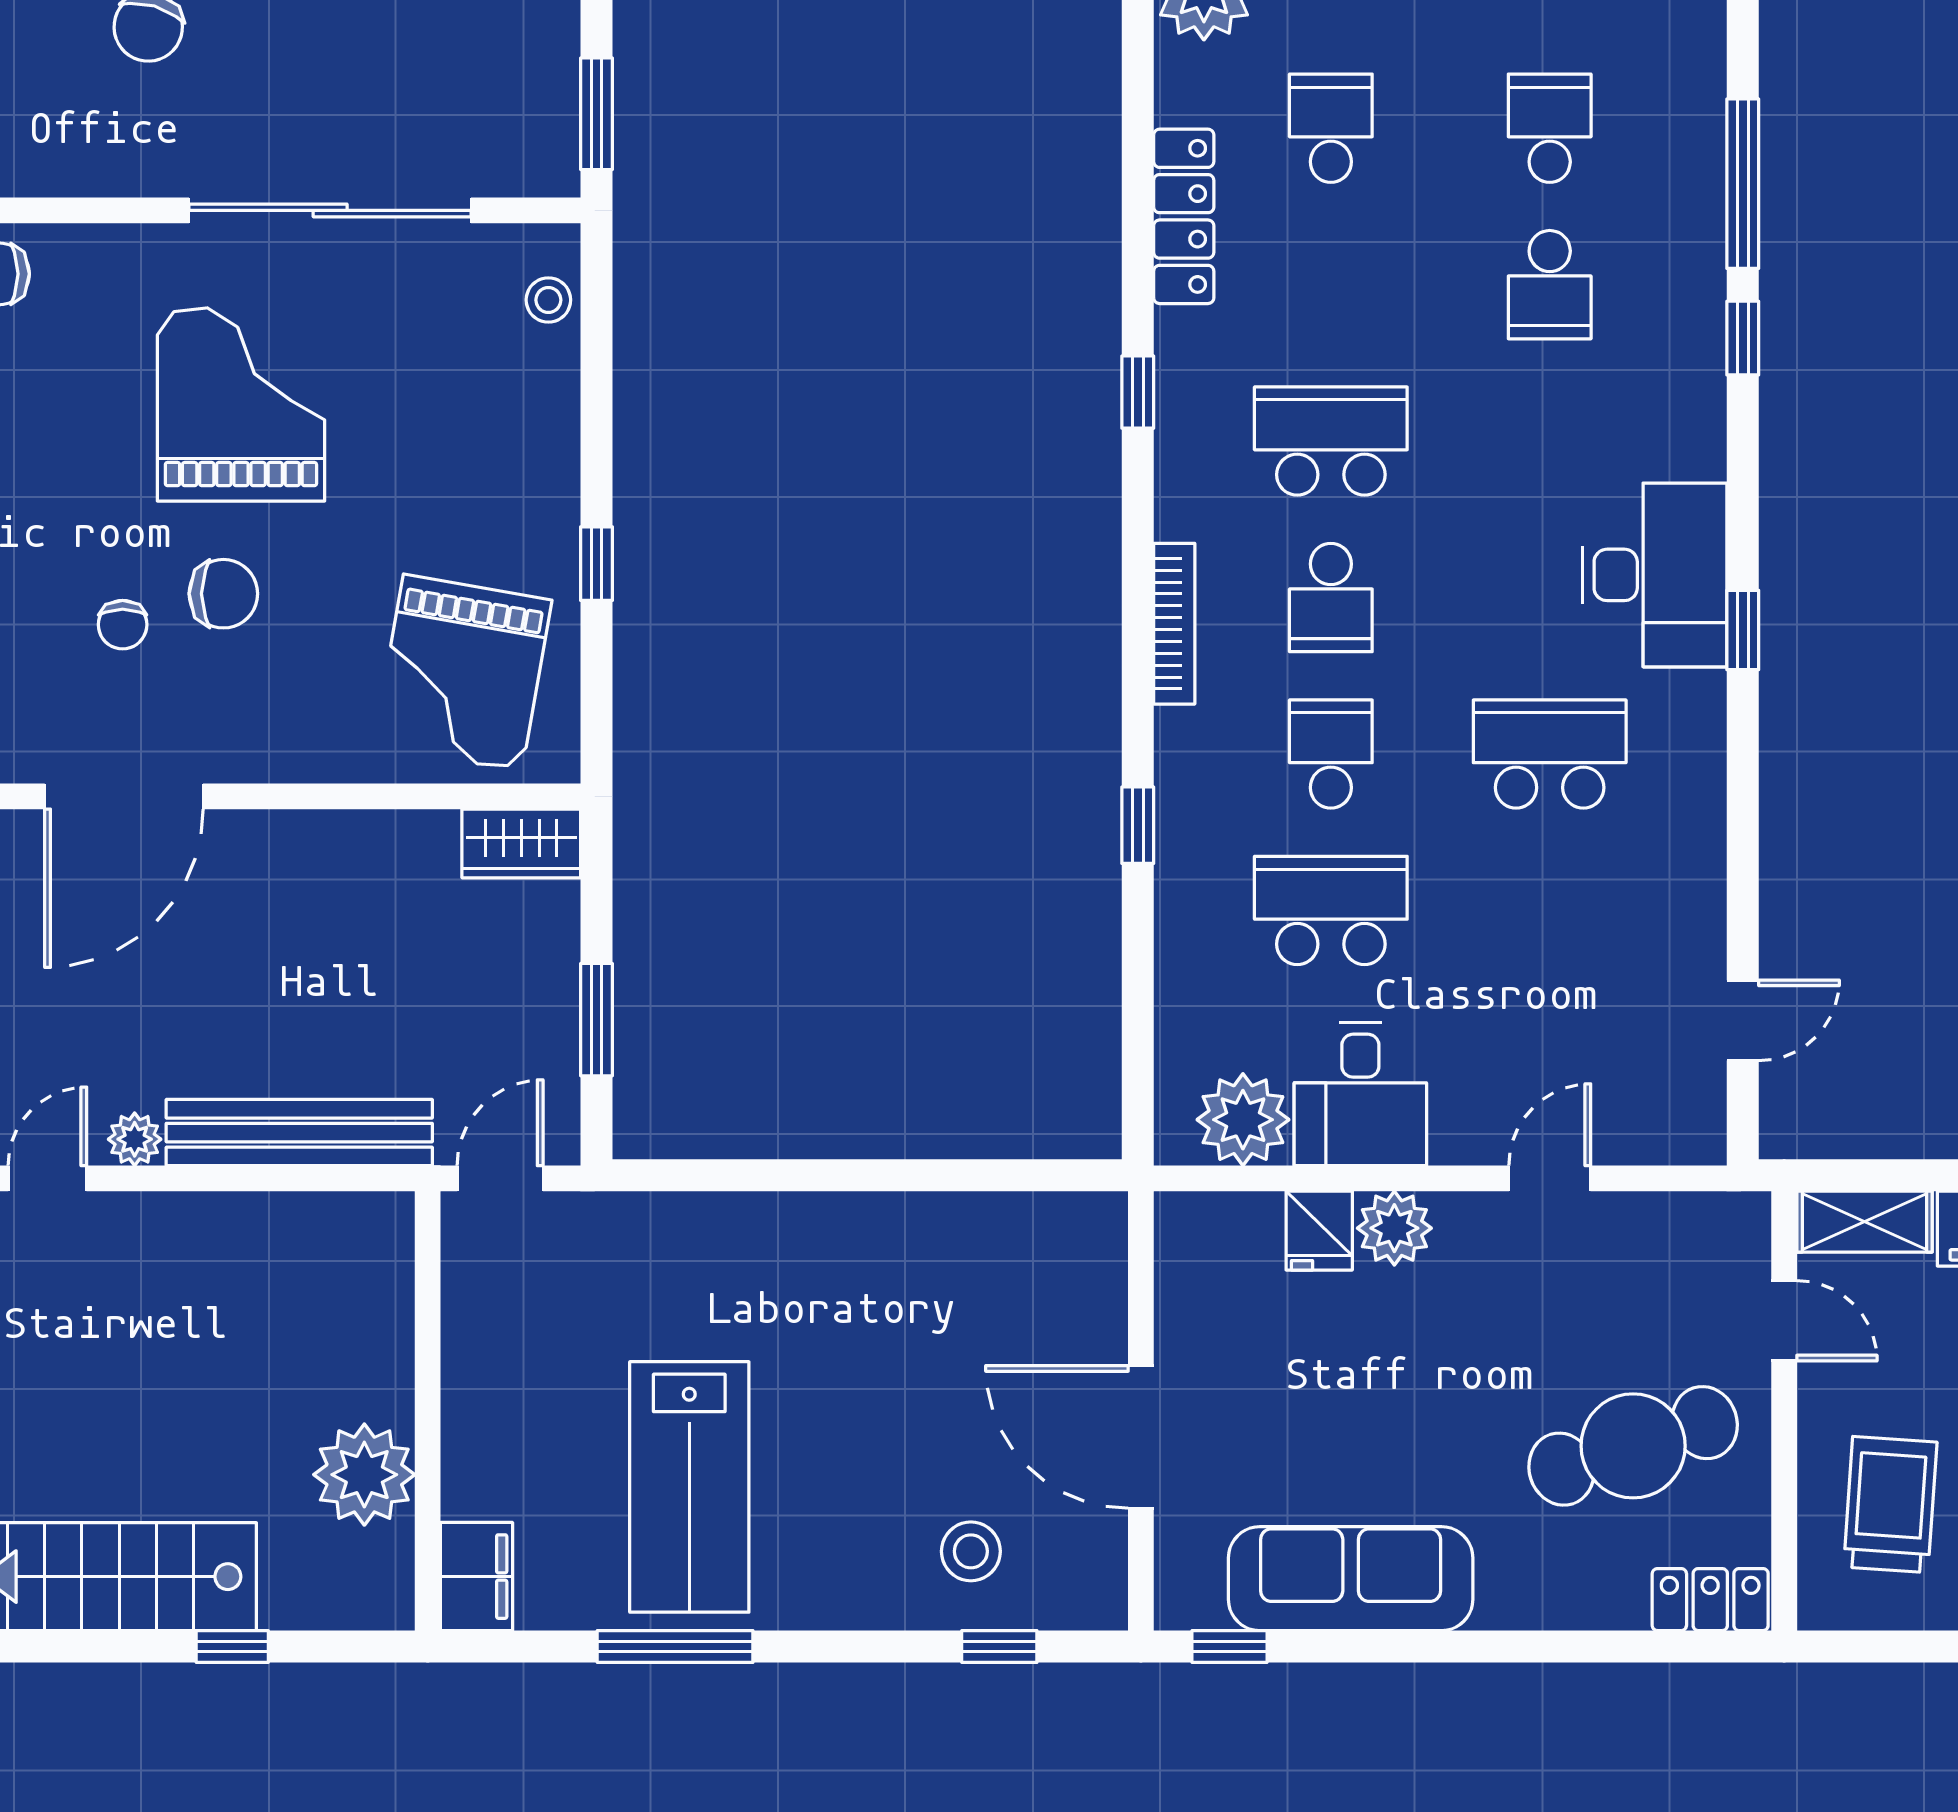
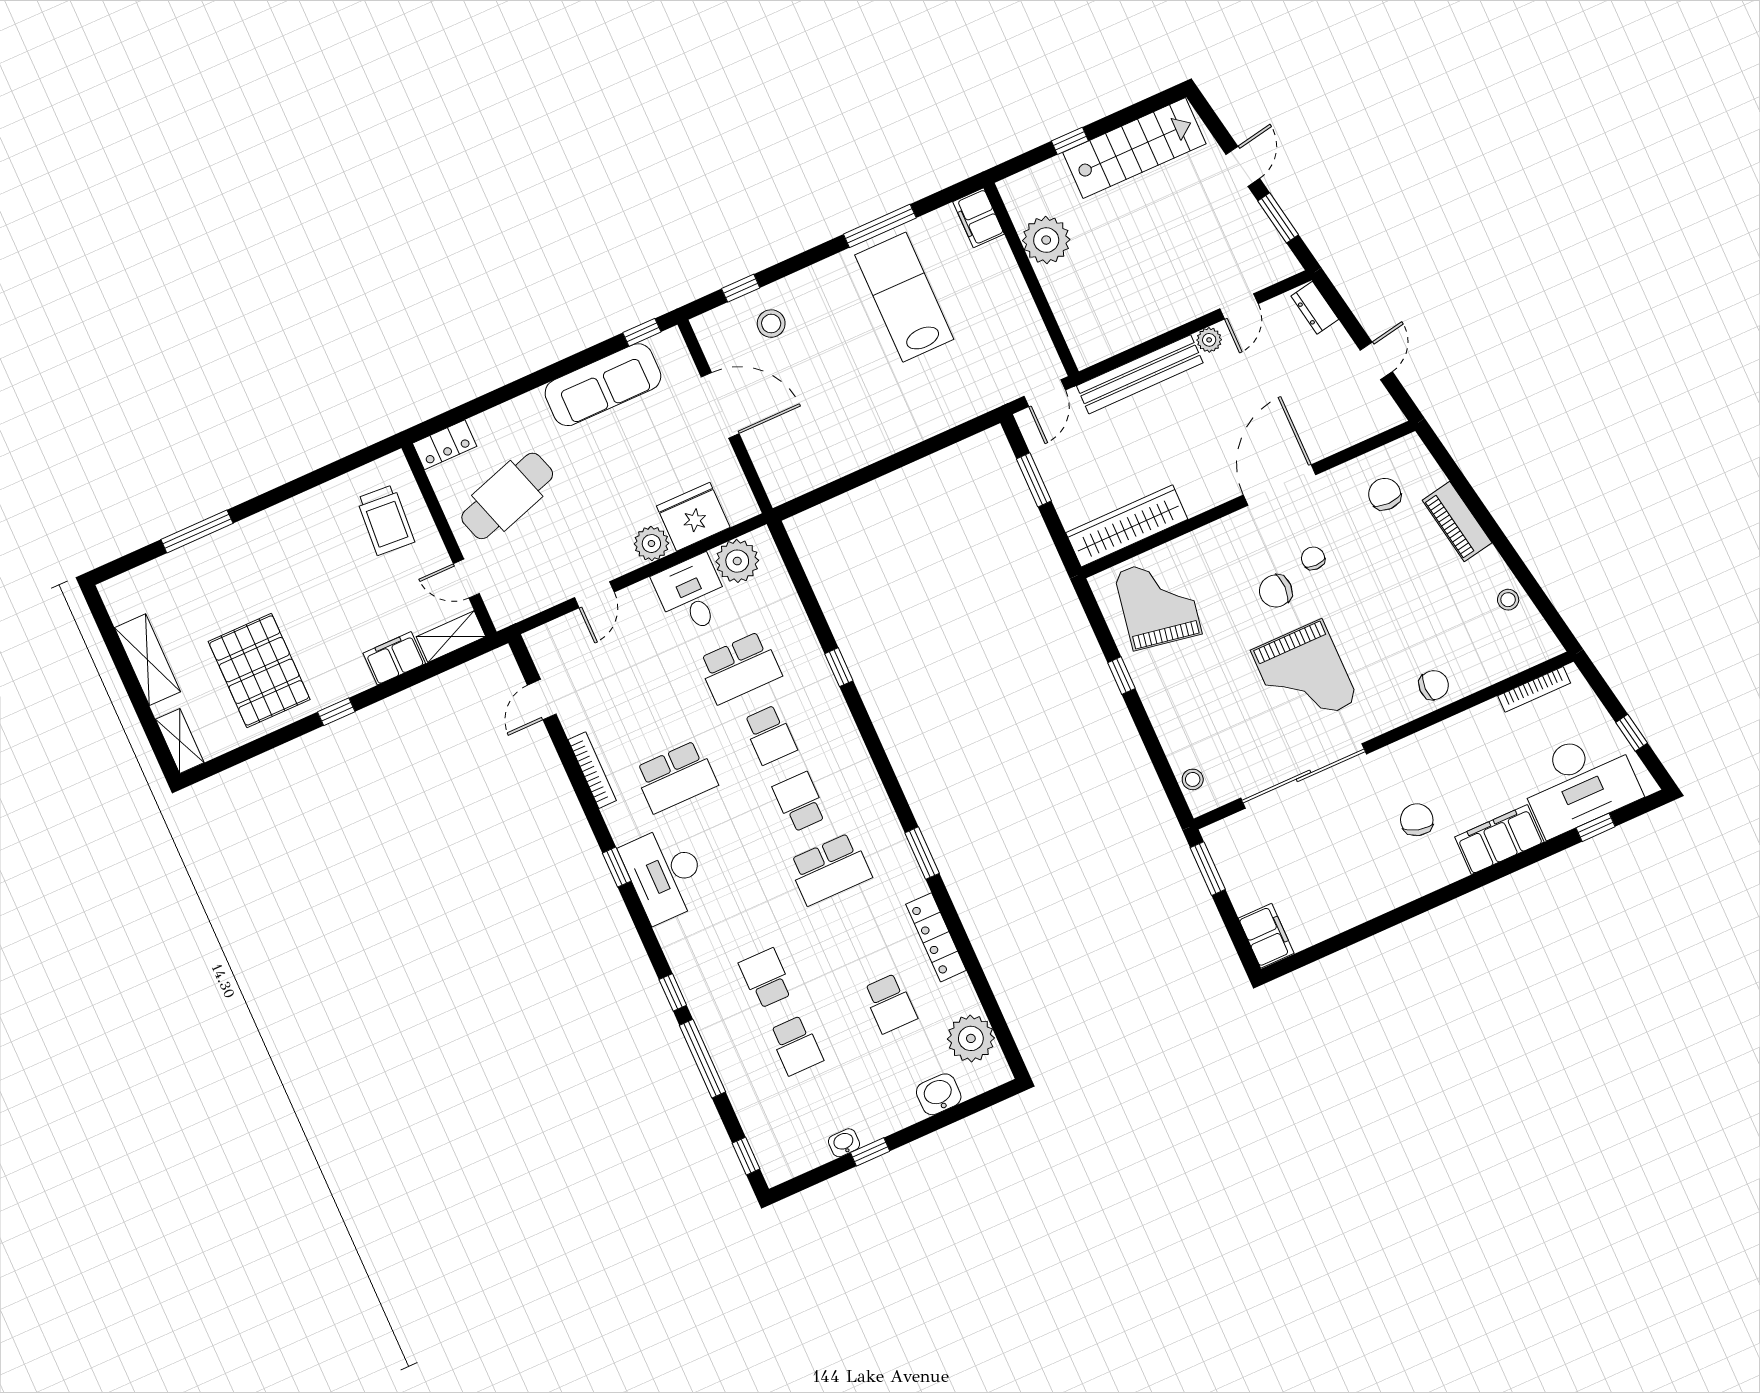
window: (1138, 392) -> (922, 853), width x1.50
bookcase: (1174, 624) -> (592, 770), moved, turned 180
wardrobe: (521, 843) -> (1127, 526), width x2.10, depth x1.17
fridge: (1319, 1231) -> (693, 517), width x1.88, depth x1.34

